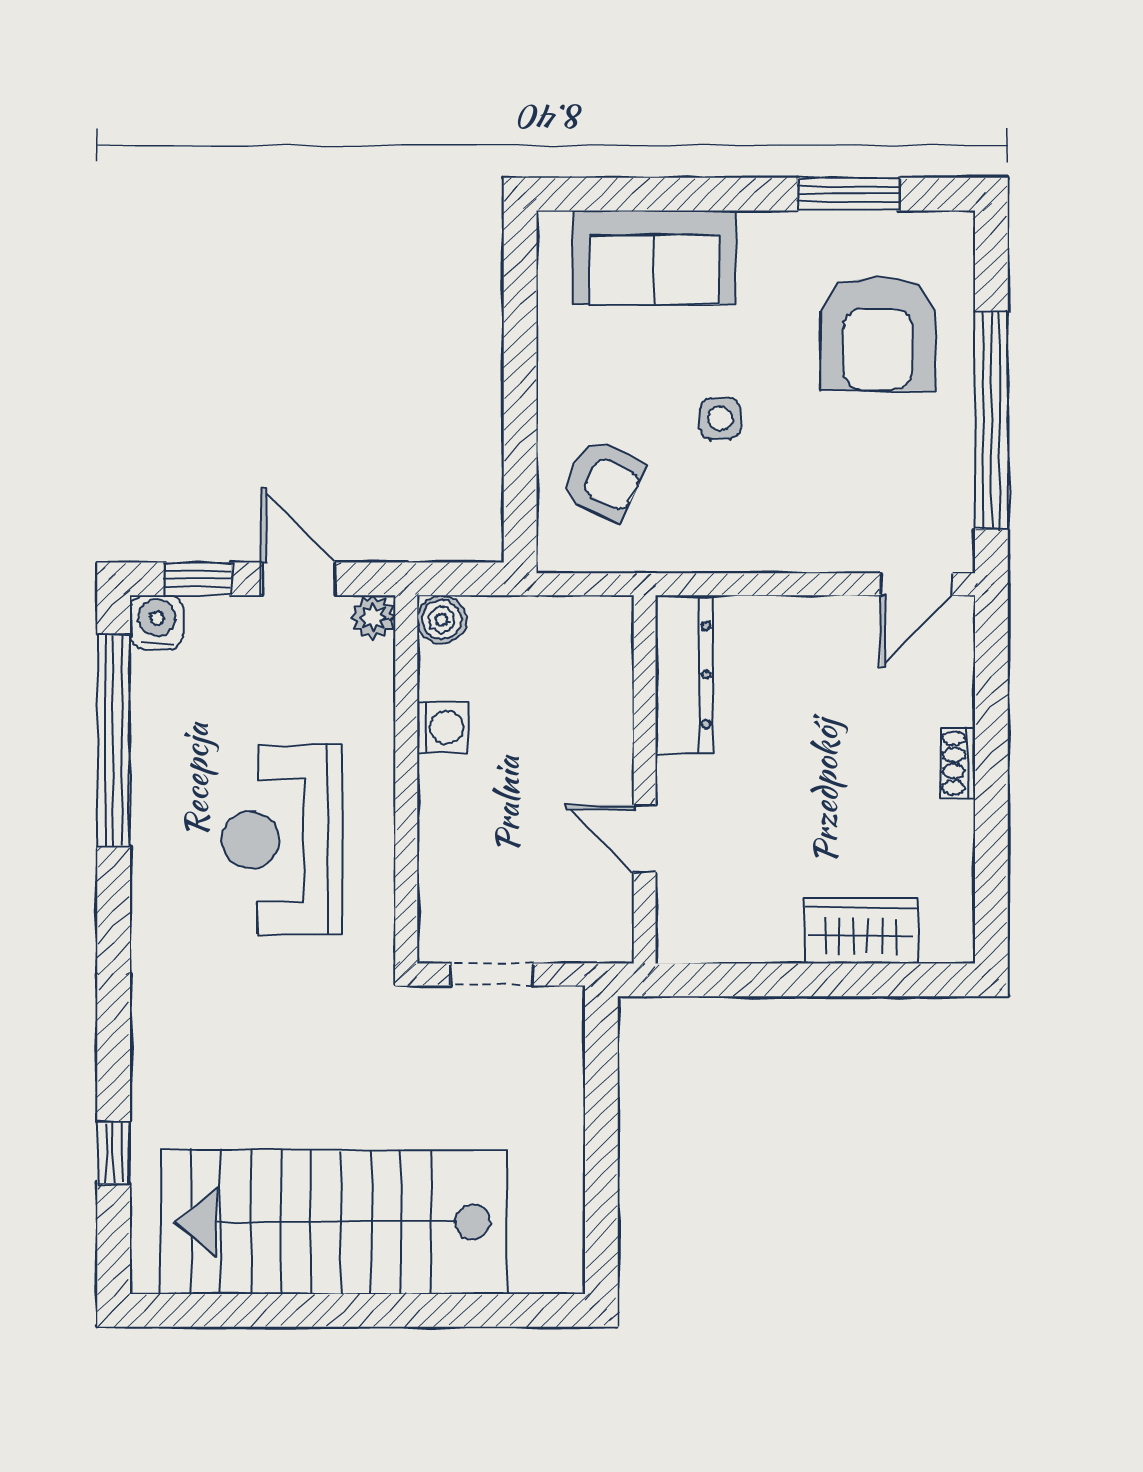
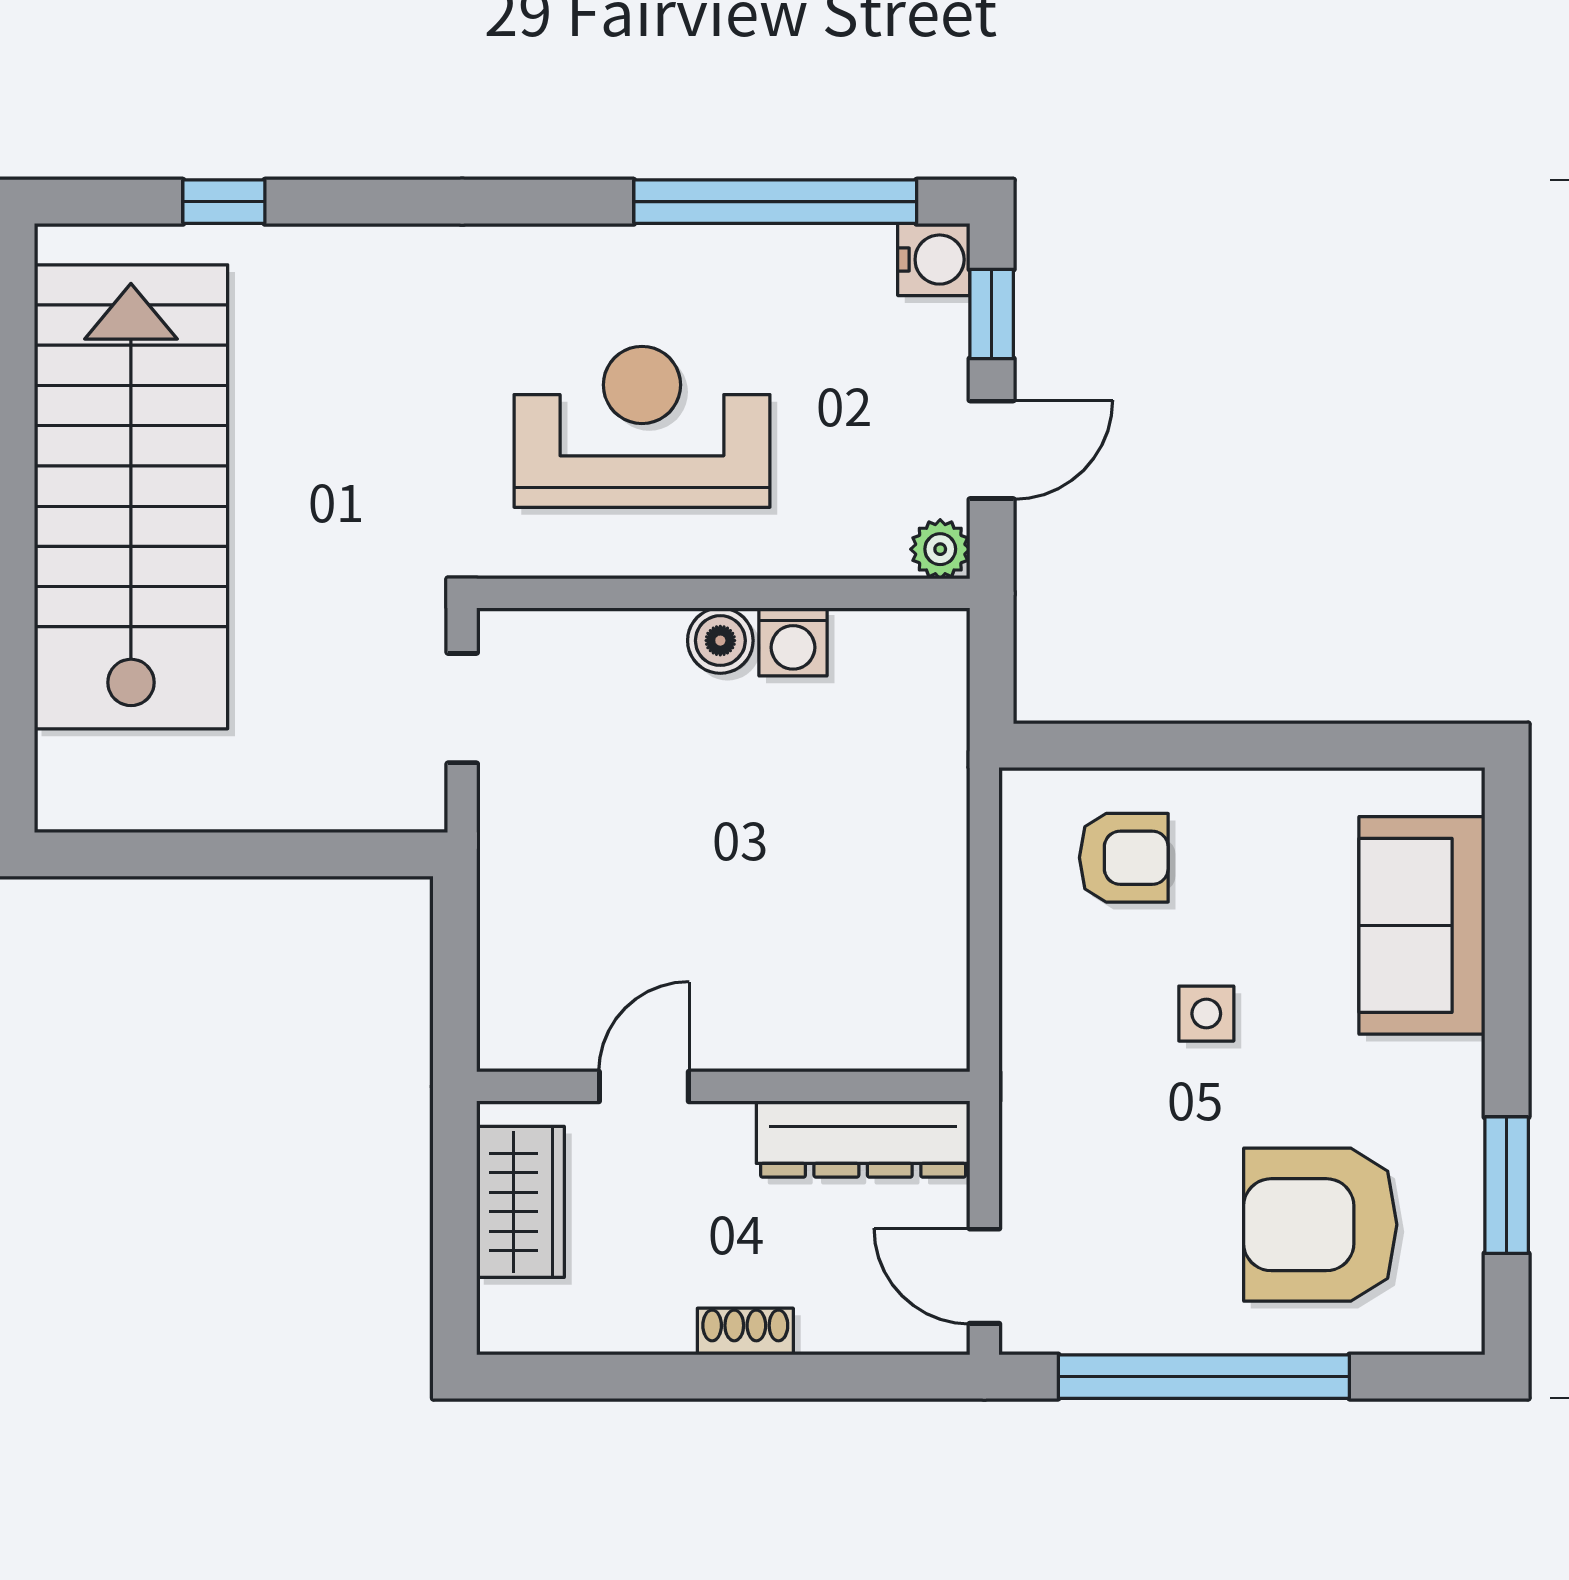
armchair: (604, 480) -> (1124, 858), turned -117
boiler: (442, 620) -> (720, 641), moved
dresser: (684, 675) -> (863, 1139), moved
wall: (645, 779) -> (723, 1086), moved
door: (645, 839) -> (644, 1086), moved

